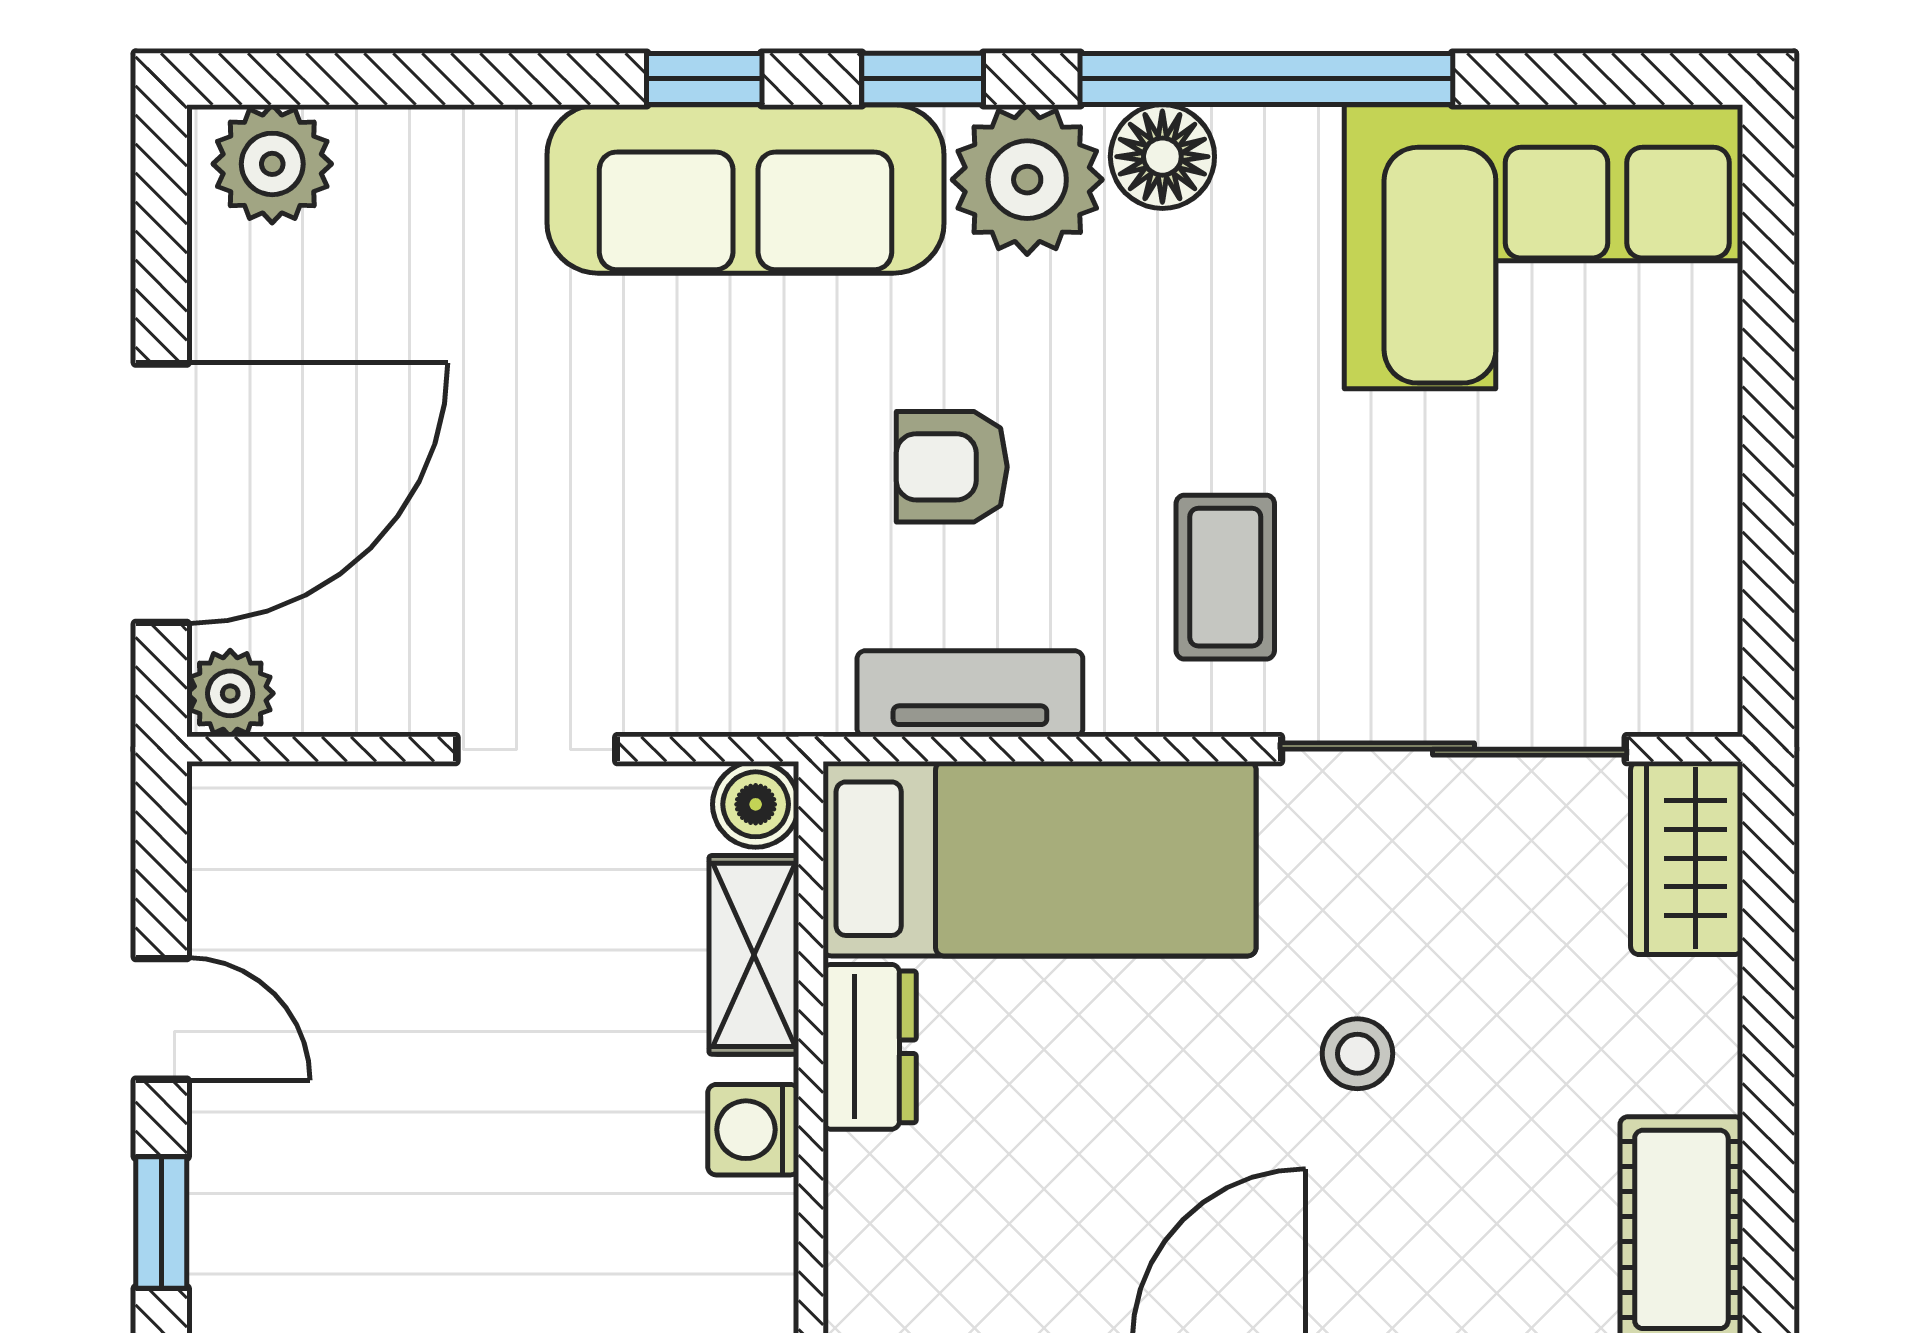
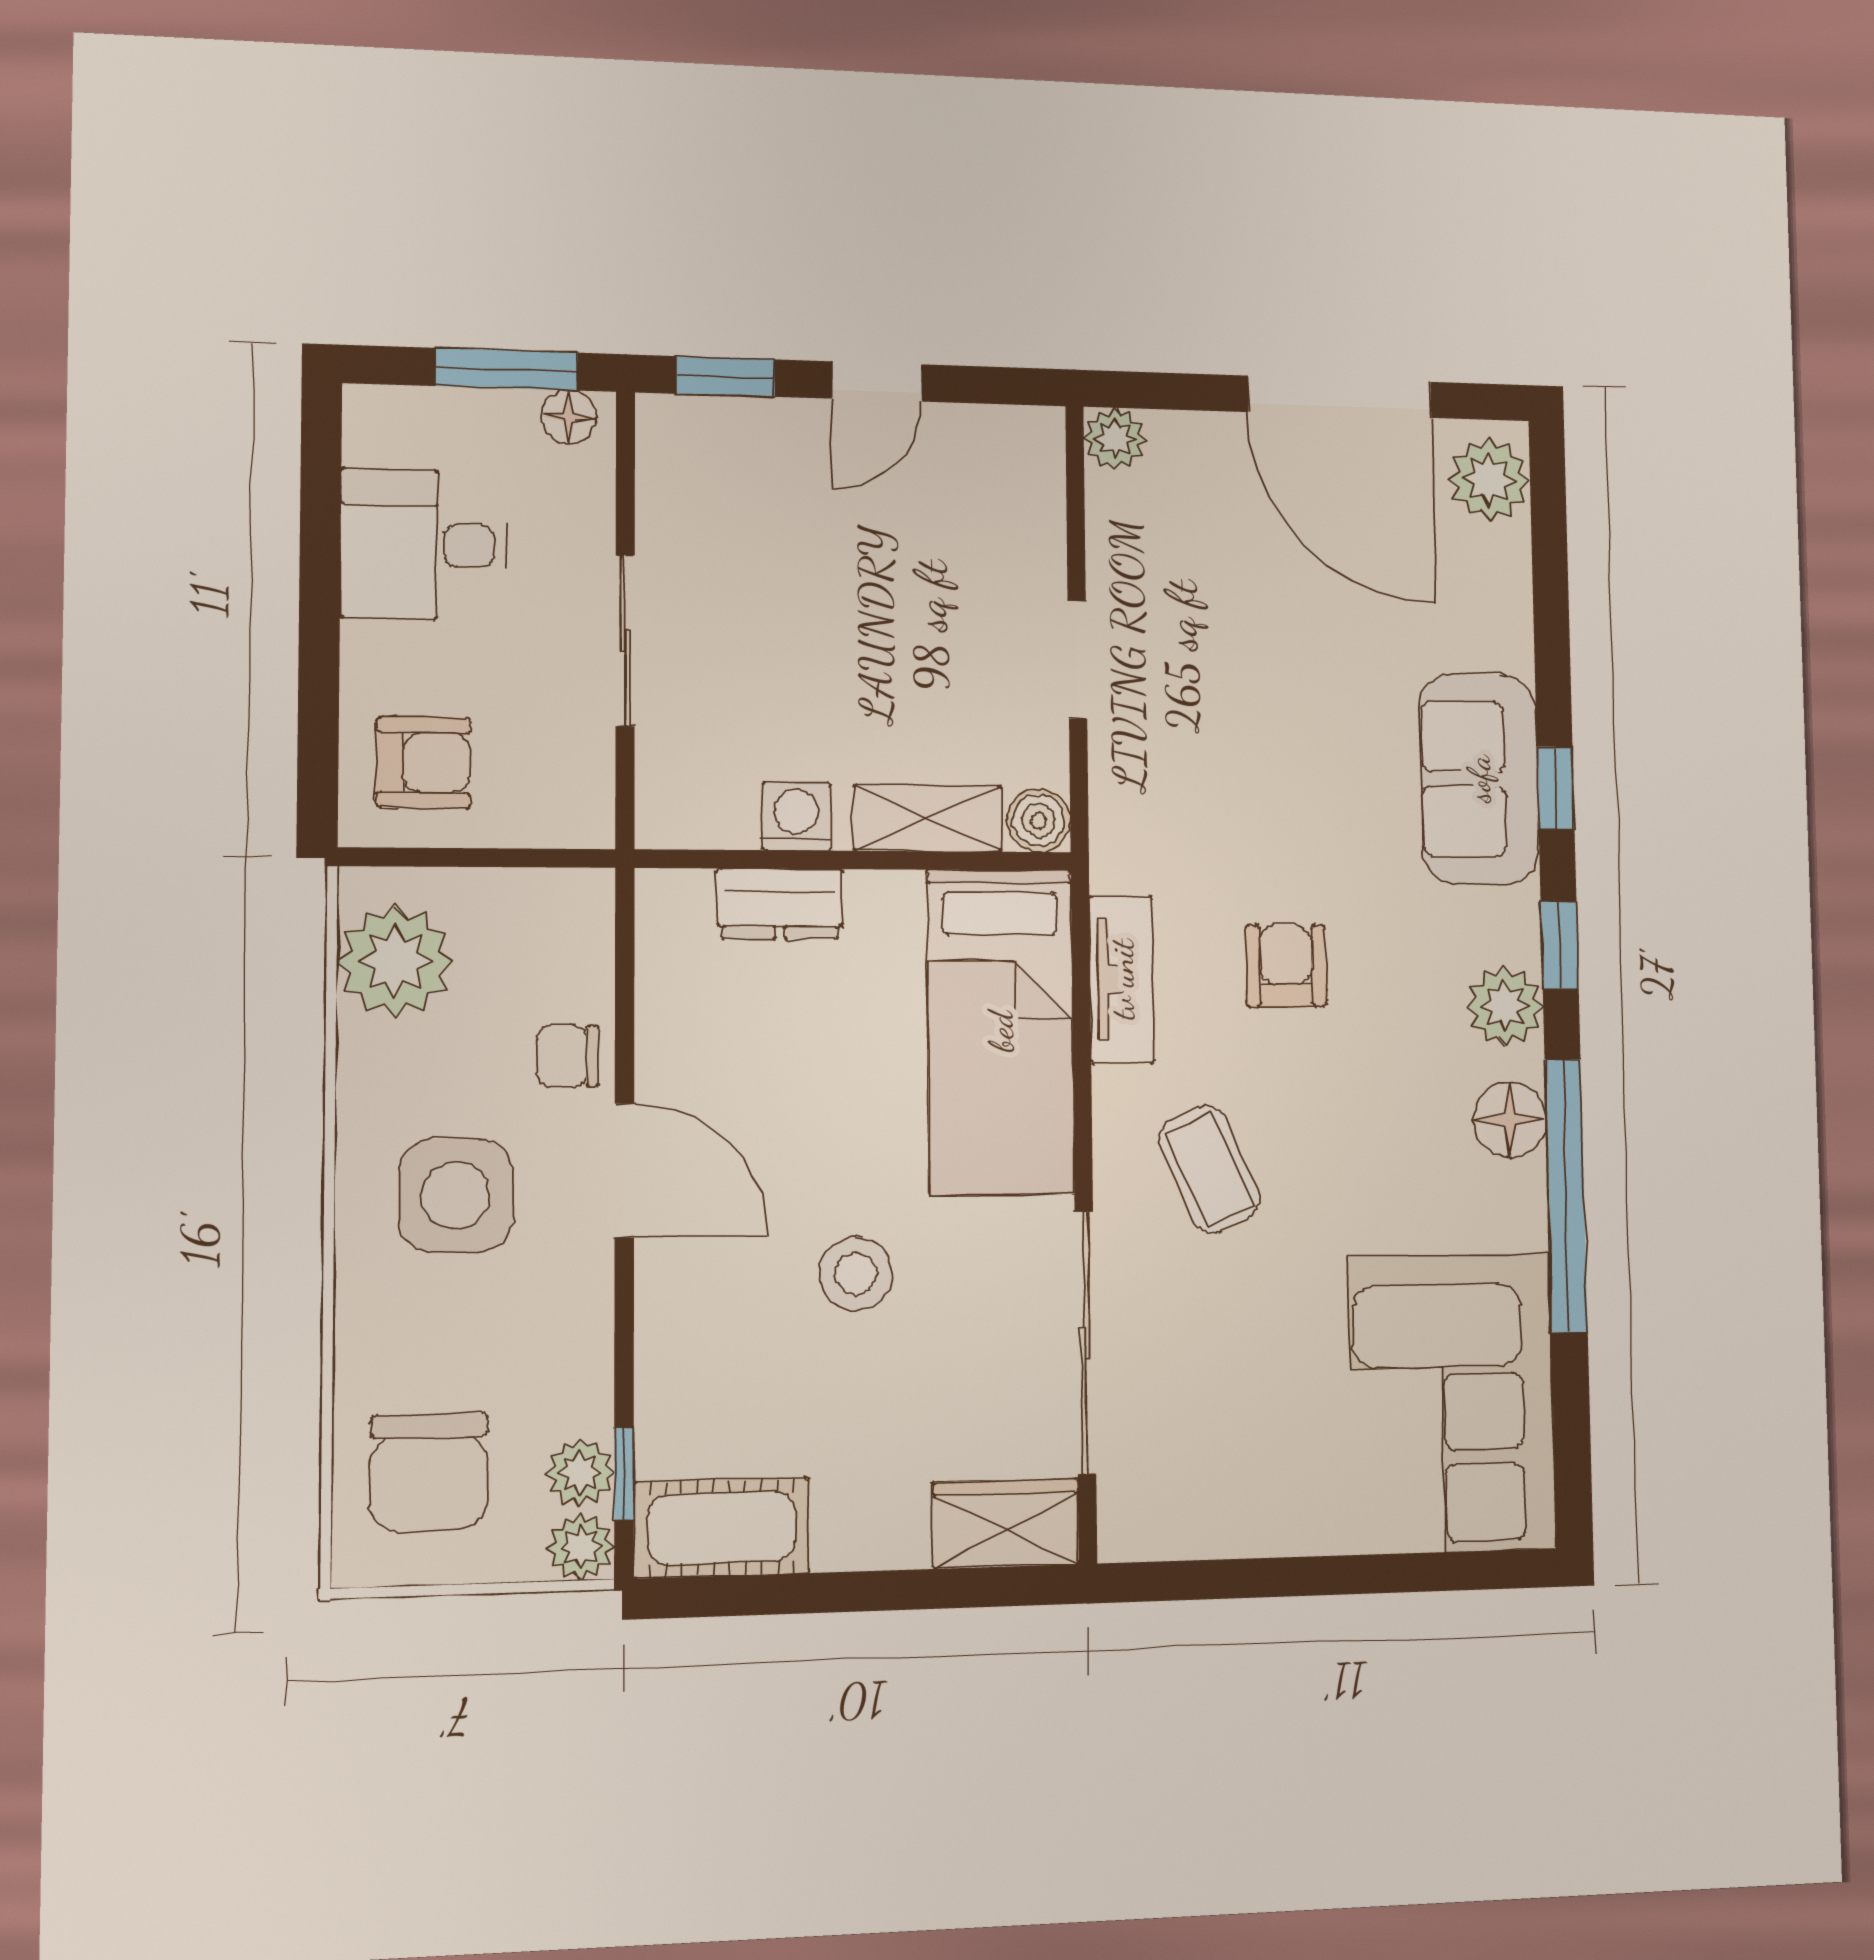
plant: (1027, 180) -> (1505, 1006), width x0.73, depth x0.73
sofa: (746, 189) -> (1479, 779), width x0.73
door: (161, 493) -> (1340, 397), moved
coffee table: (1225, 577) -> (1210, 1169), turned 66
dresser: (870, 1047) -> (780, 904), moved
stool: (1357, 1054) -> (856, 1274), width x1.37, depth x1.37

